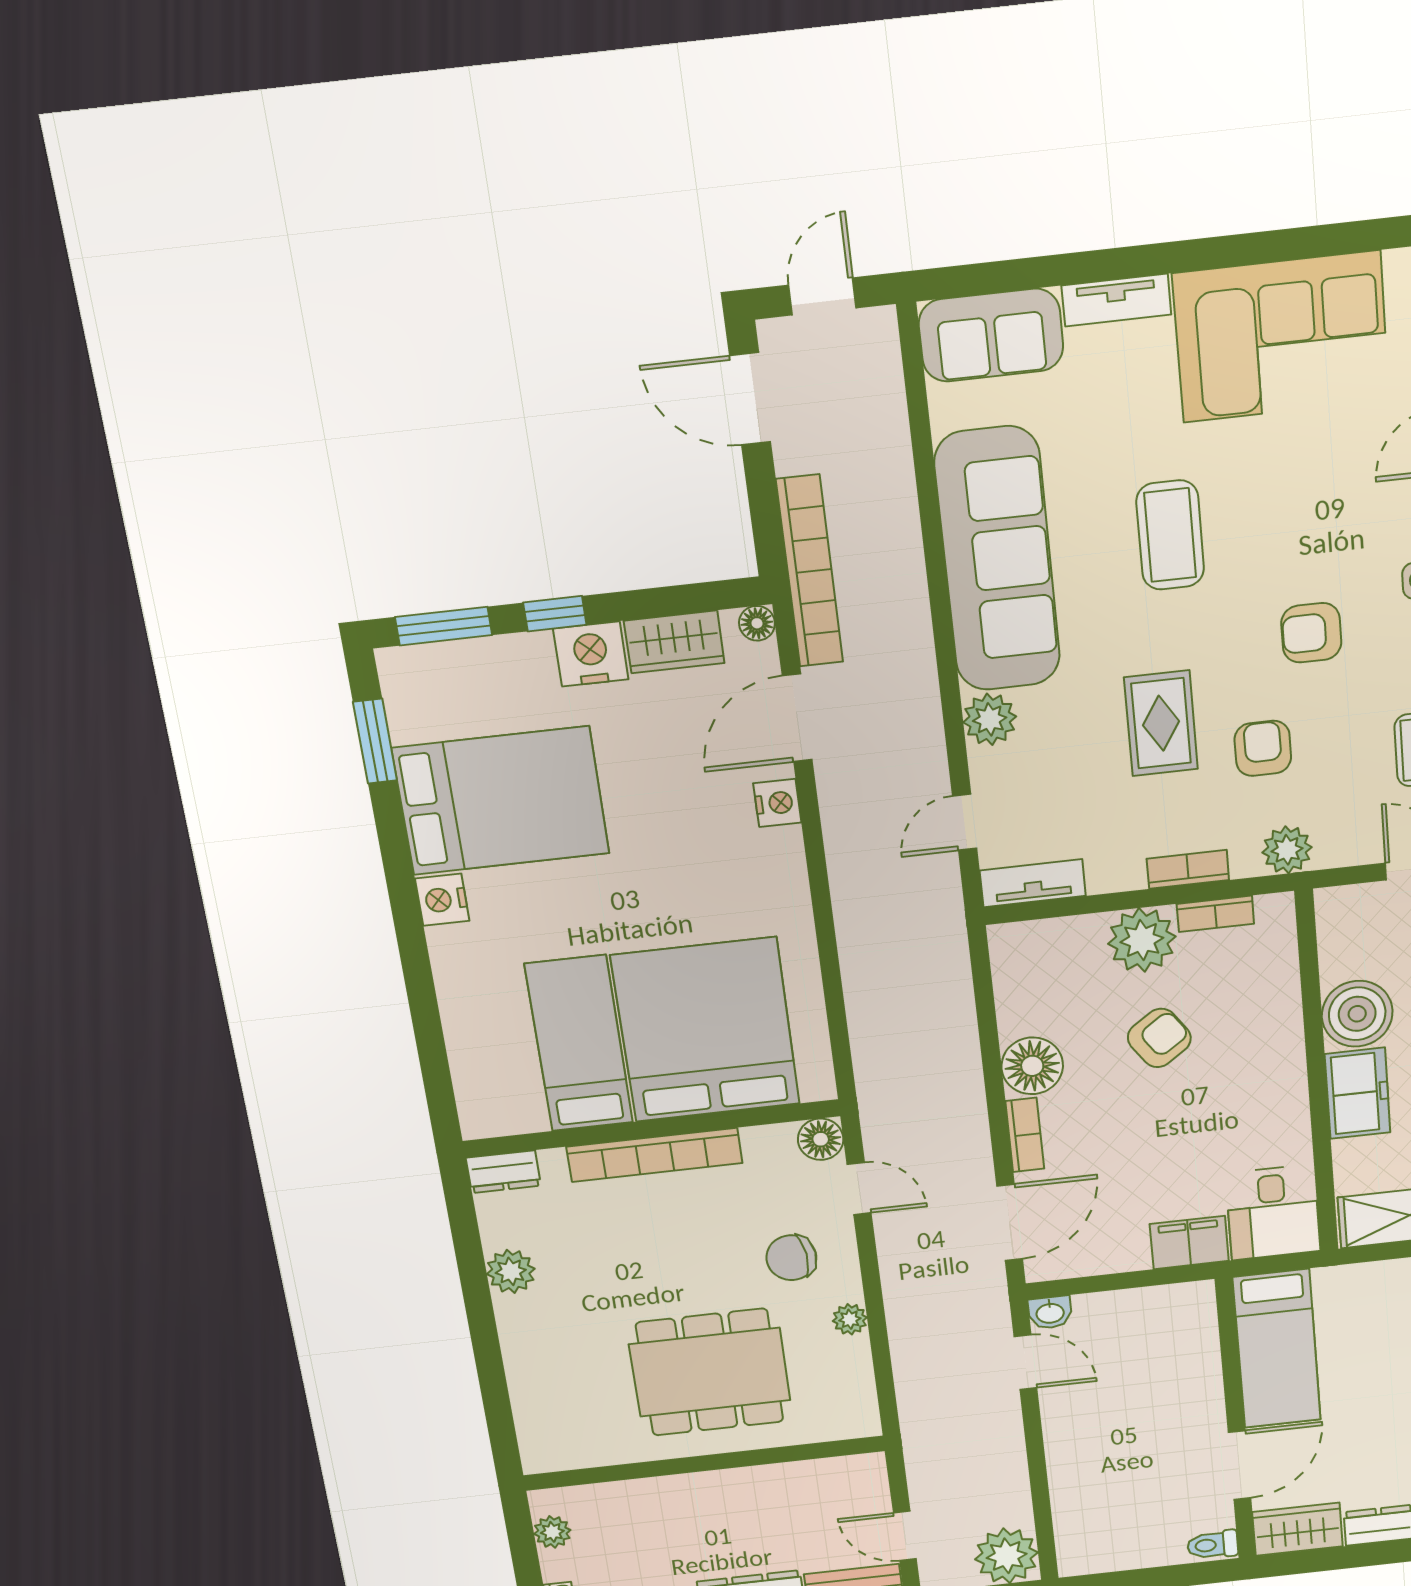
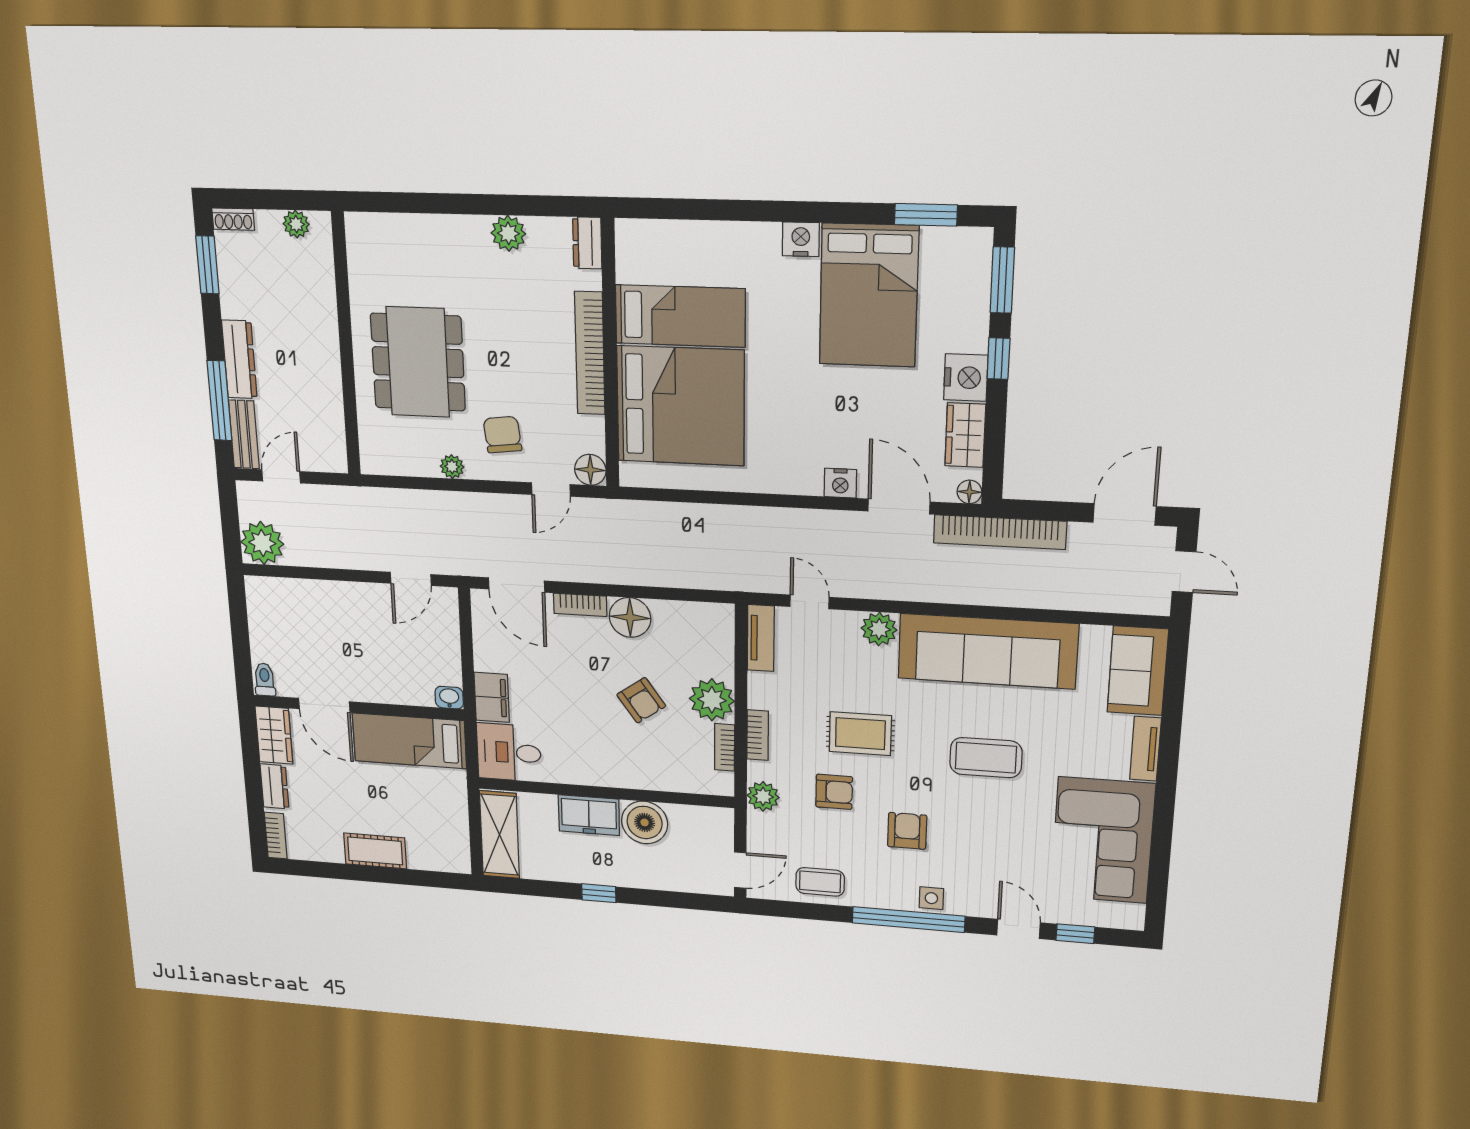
washbasin: (1050, 1312) -> (449, 698), moved, turned 90

